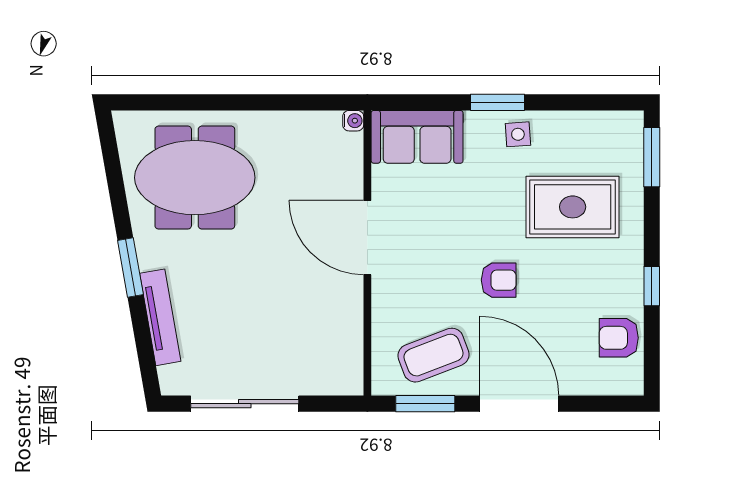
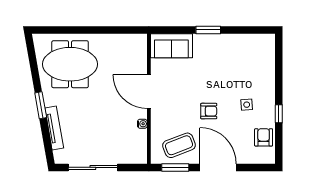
water cooler: (353, 121) -> (142, 124), moved
side table: (518, 134) -> (247, 105), moved
window: (652, 157) -> (279, 55), removed
rug: (573, 207) -> (242, 78), removed
armchair: (619, 338) -> (264, 137), turned 90

